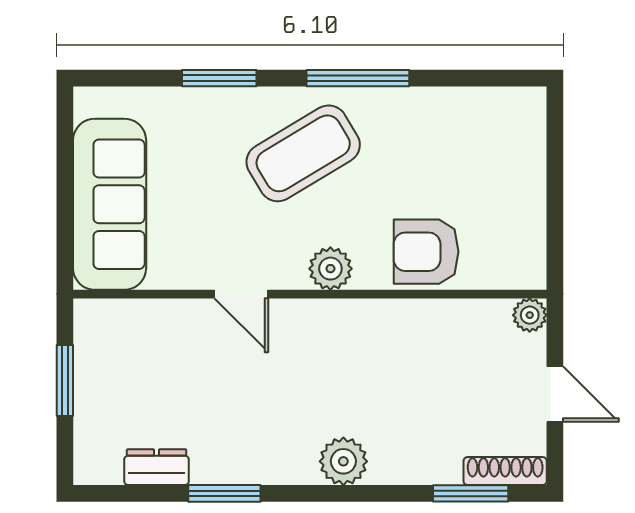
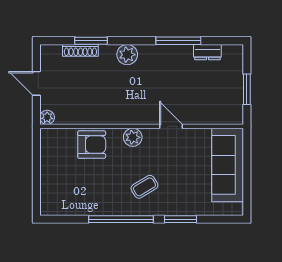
window: (358, 78) -> (121, 219), width x1.46
coffee table: (303, 153) -> (144, 187), width x0.54, depth x0.58
shoe rack: (505, 471) -> (80, 50), moved
window: (224, 493) -> (178, 41), width x1.44
window: (471, 493) -> (91, 41), moved

